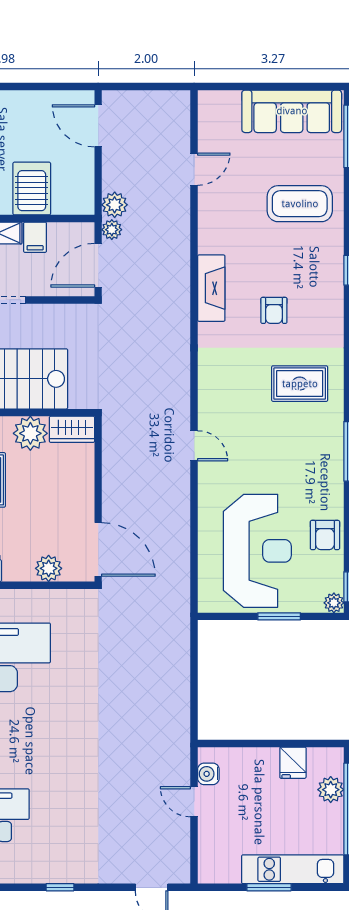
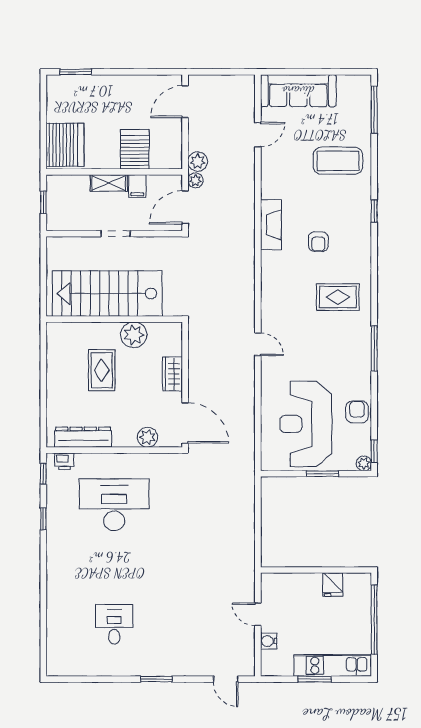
sofa: (292, 111) -> (298, 91), moved
door: (98, 126) -> (185, 102), hinge flipped
wardrobe: (72, 429) -> (172, 374), moved, turned 90
armchair: (325, 535) -> (357, 412), turned 180
reception desk: (257, 551) -> (306, 424), turned 180
water cooler: (208, 774) -> (269, 641), moved
plant: (331, 790) -> (361, 605), removed
window: (60, 887) -> (156, 679), width x1.50

